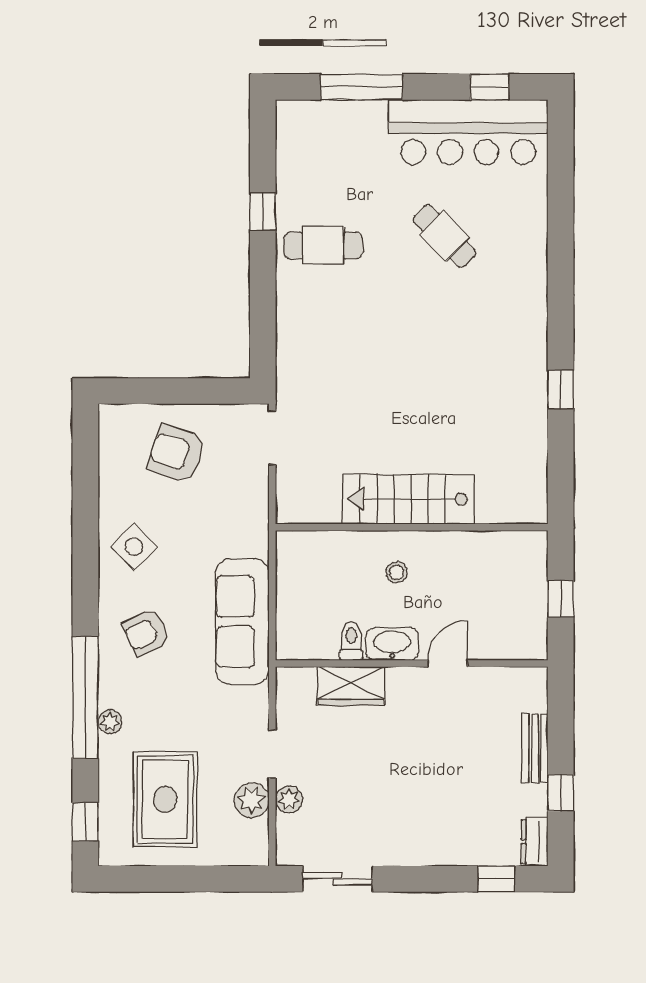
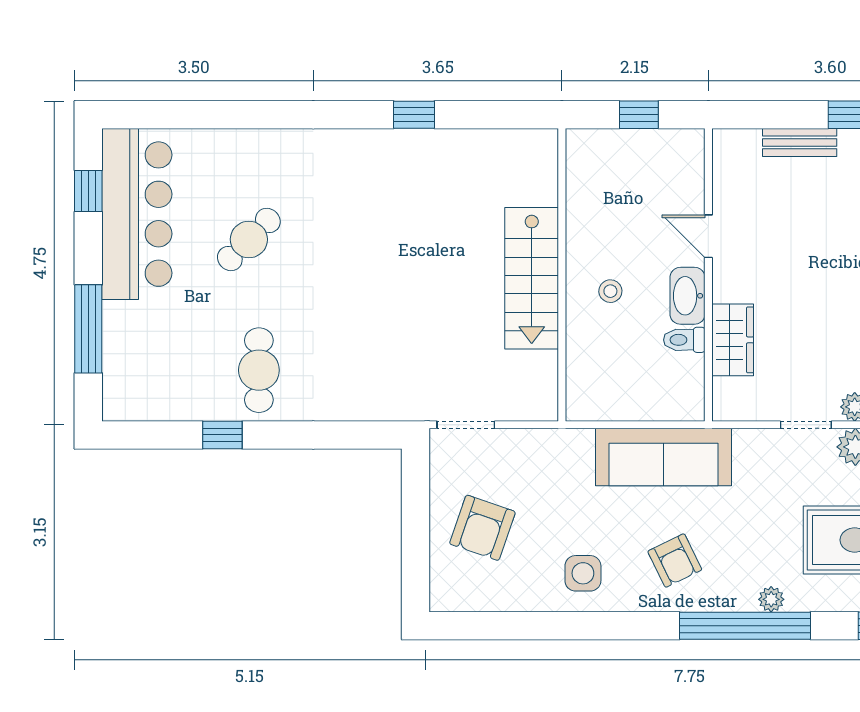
side table: (134, 547) -> (583, 573), turned 45

